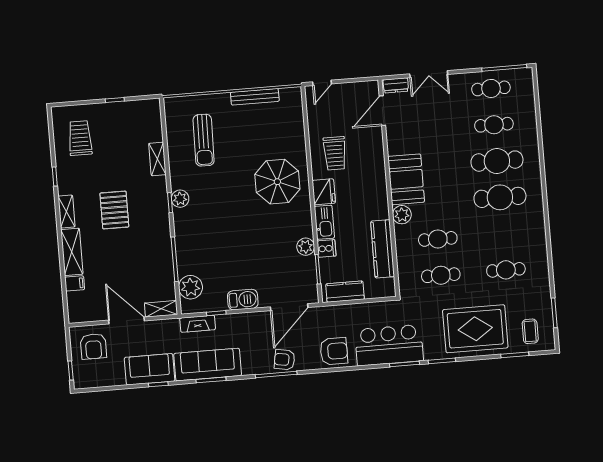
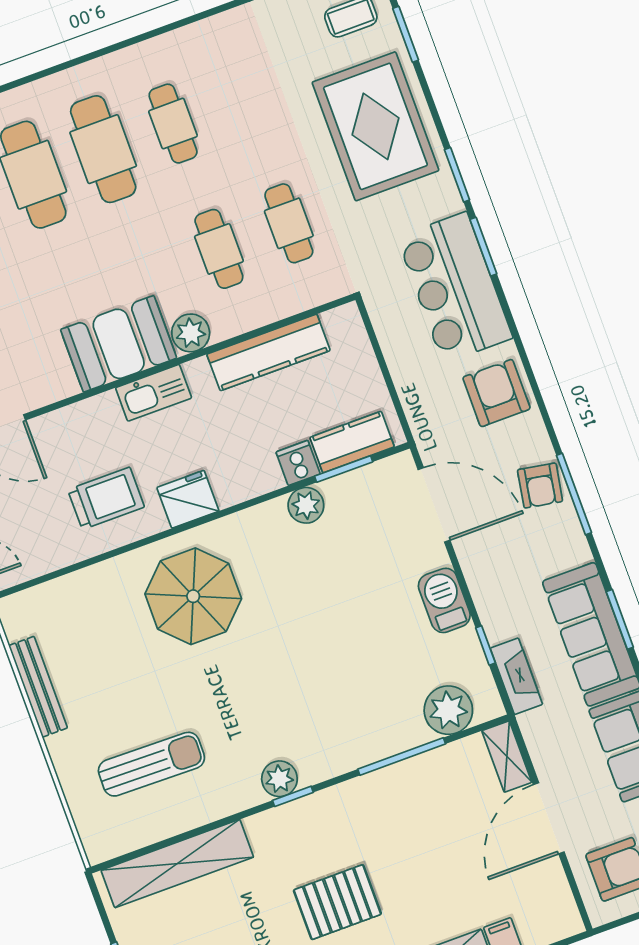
shelving: (157, 159) -> (177, 864), width x2.20, depth x1.33
kitchen sink: (324, 222) -> (154, 393), moved, turned 180
cafe table: (506, 270) -> (173, 124), moved
kitchen counter: (345, 292) -> (352, 442), moved, turned 90

